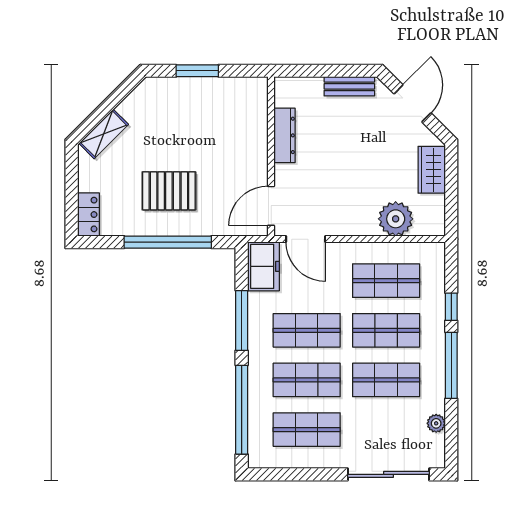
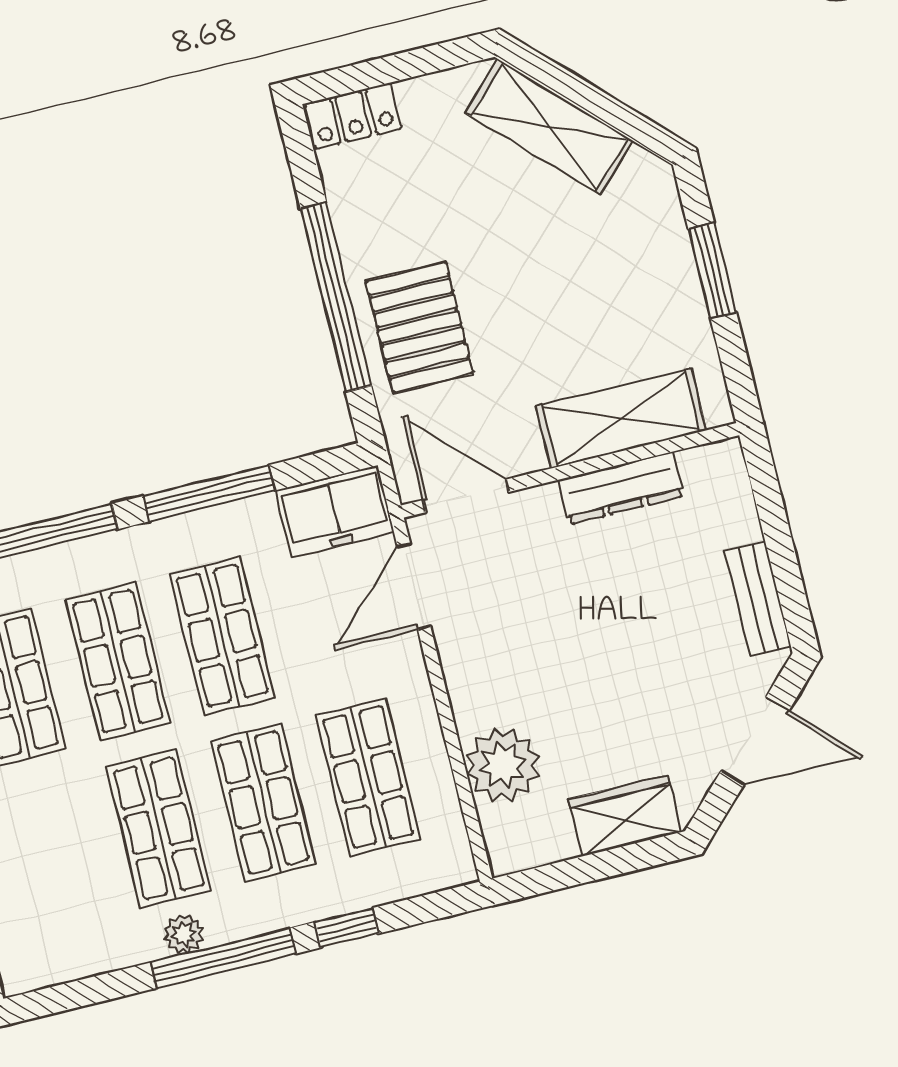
shelving: (253, 128) -> (621, 418), added
shelving: (104, 134) -> (549, 127), width x1.50, depth x1.33
pallet: (169, 191) -> (419, 327), moved
plant: (436, 423) -> (184, 934), moved

